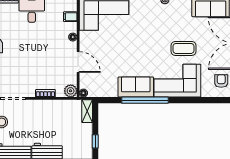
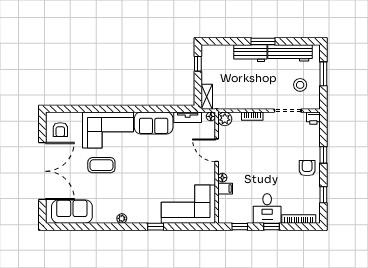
filing cabinet: (70, 17) -> (225, 189), moved
tv unit: (105, 92) -> (188, 117), added
window: (145, 100) -> (143, 109), removed

